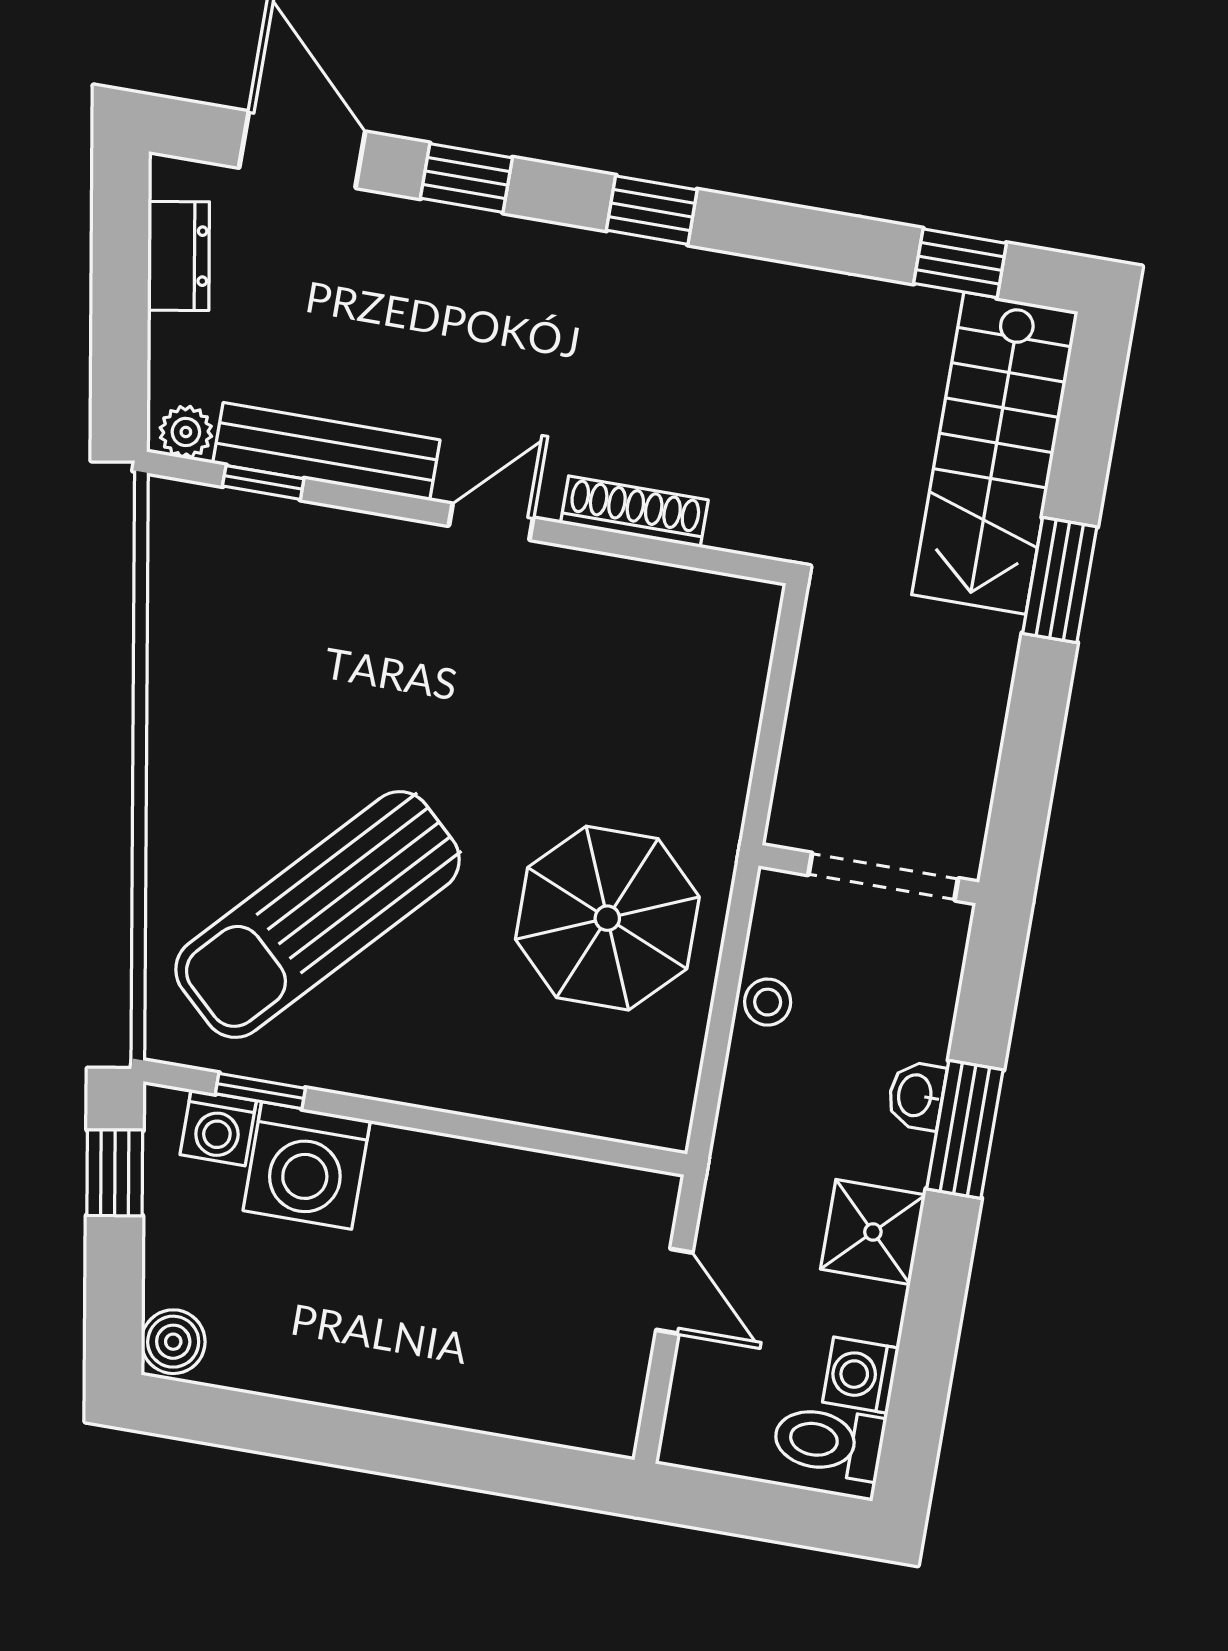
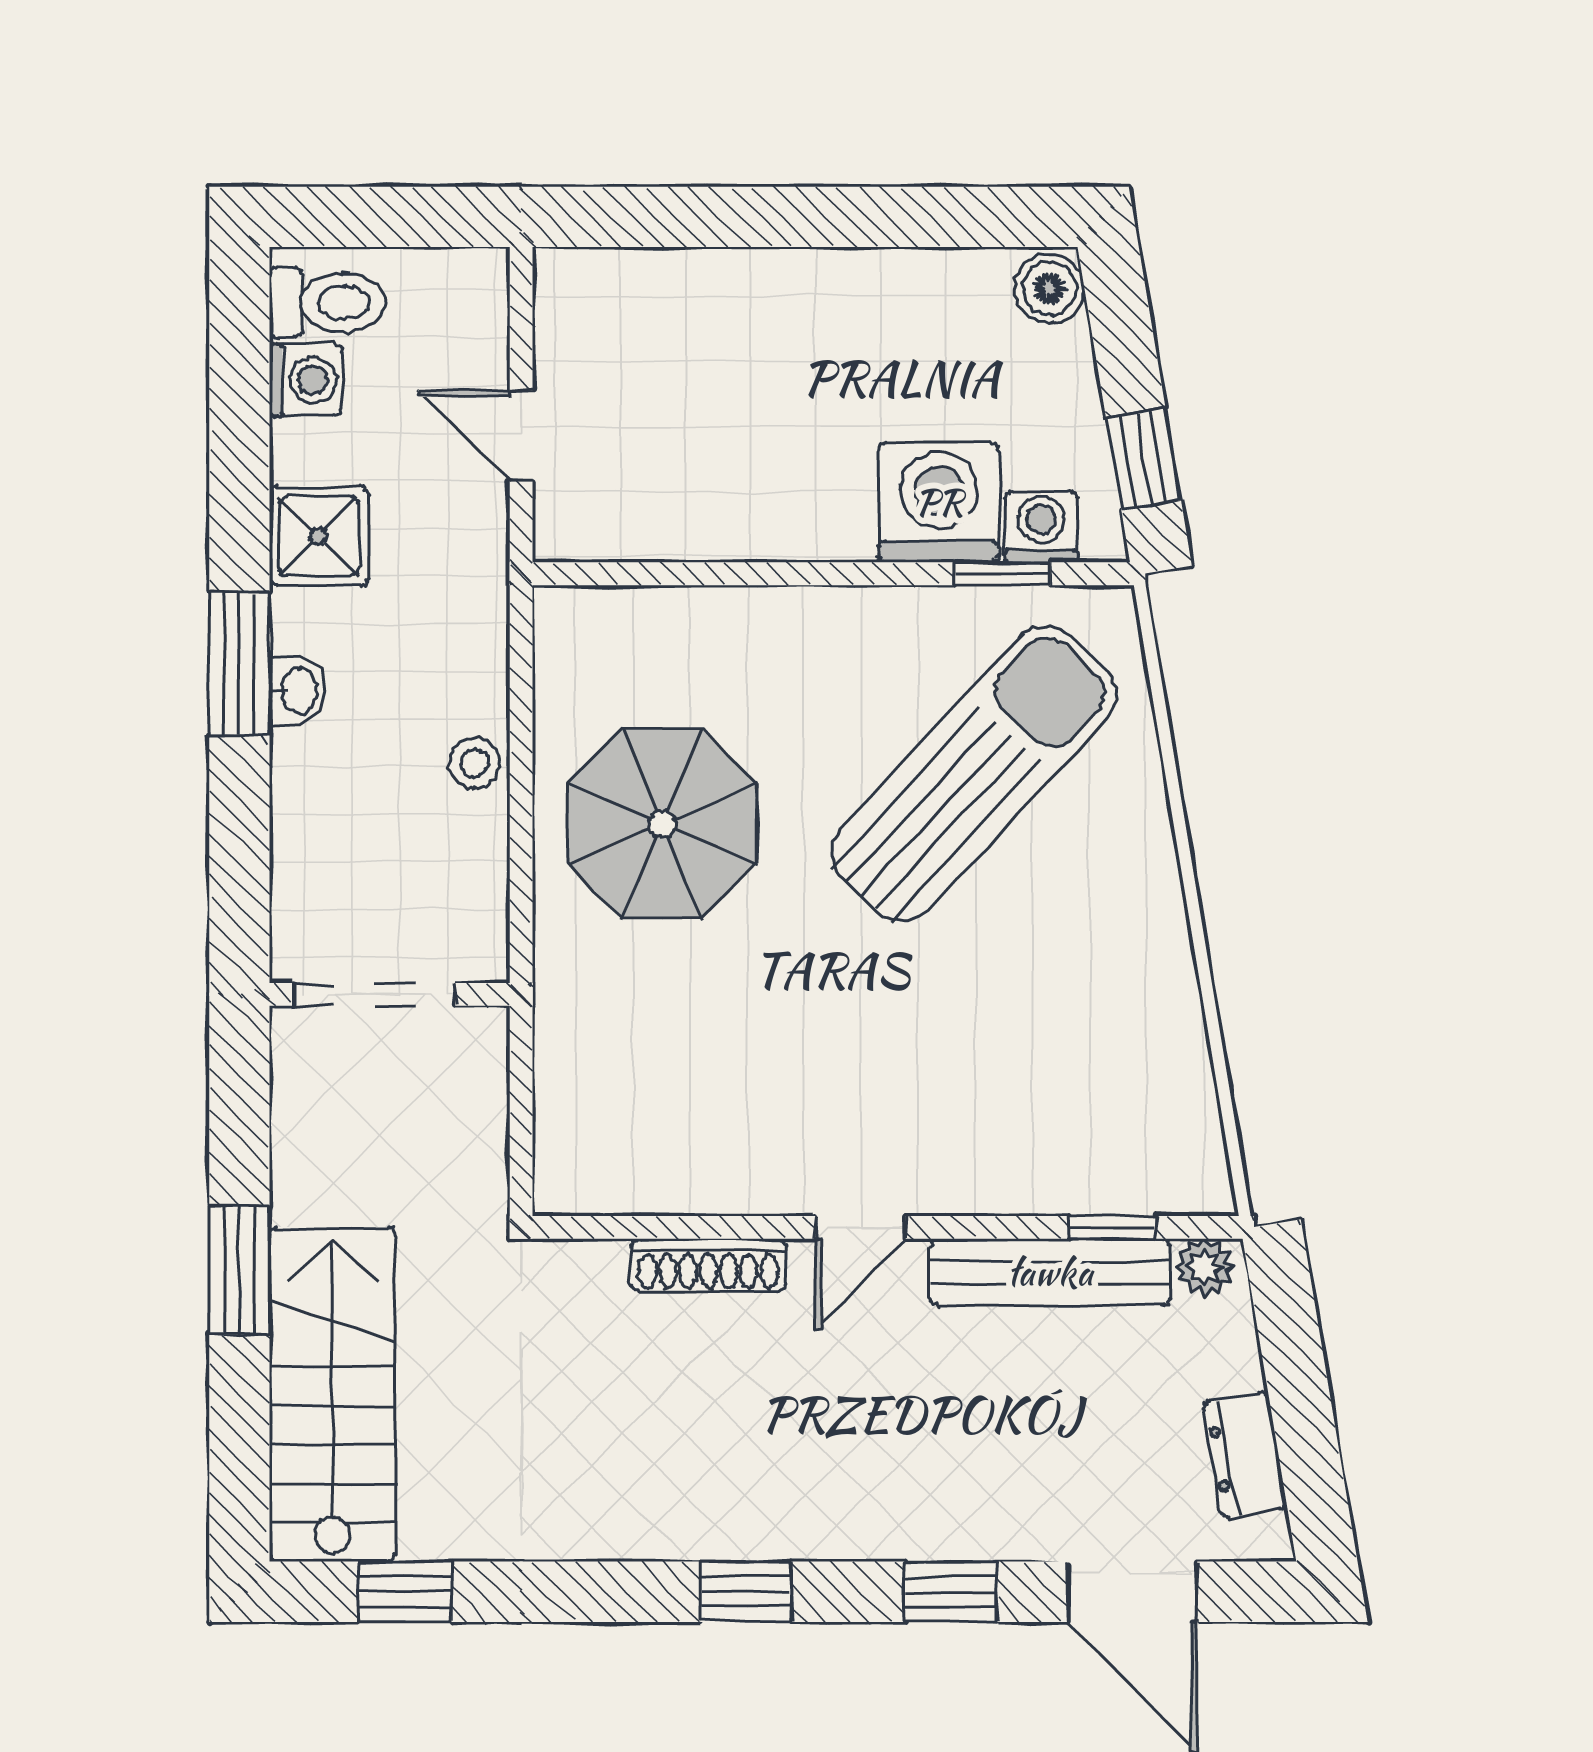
wall: (869, 874) -> (390, 994), moved
doorway: (883, 877) -> (374, 994), moved

